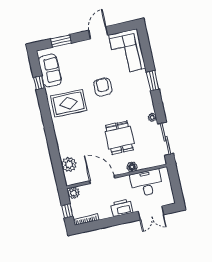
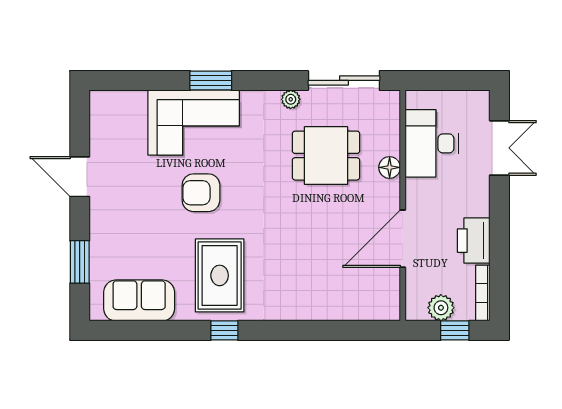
corner sofa: (127, 52) -> (194, 123), moved
window: (39, 83) -> (224, 330), moved
dining table: (120, 138) -> (326, 156), moved
plant: (69, 164) -> (354, 304), removed
plant: (74, 193) -> (441, 308), moved
printer: (121, 208) -> (474, 241), moved

